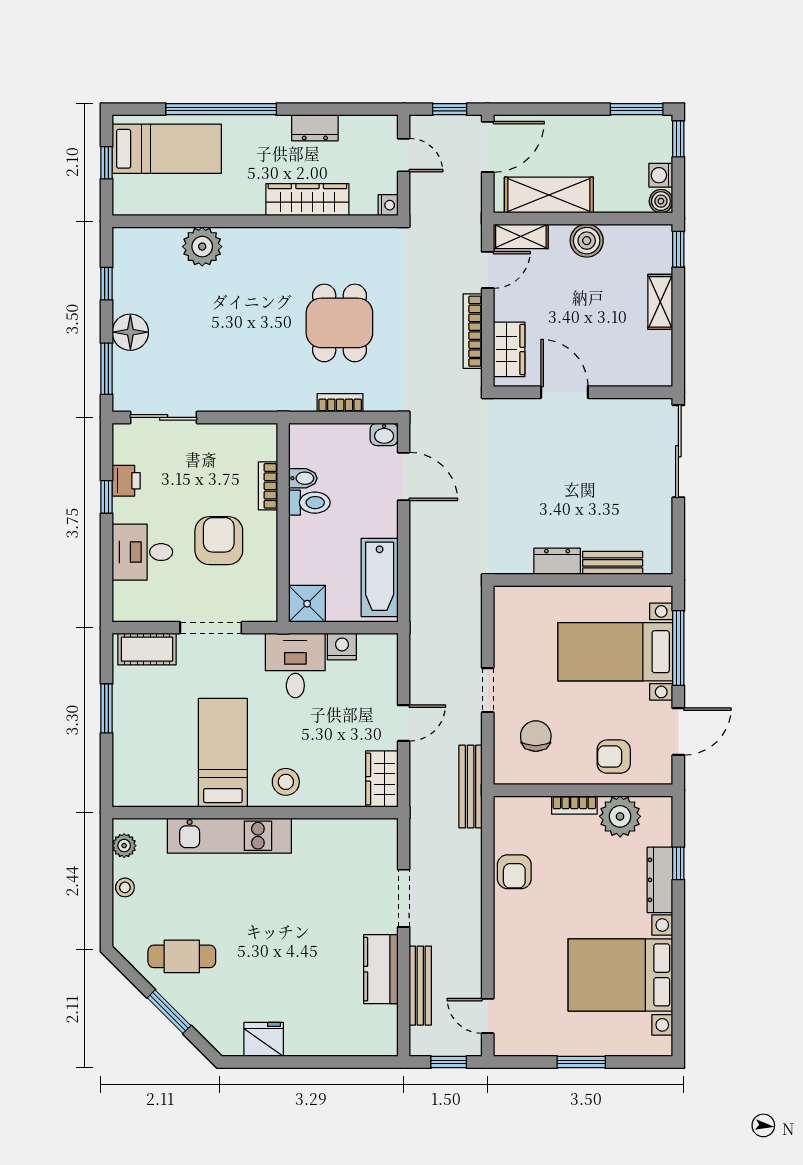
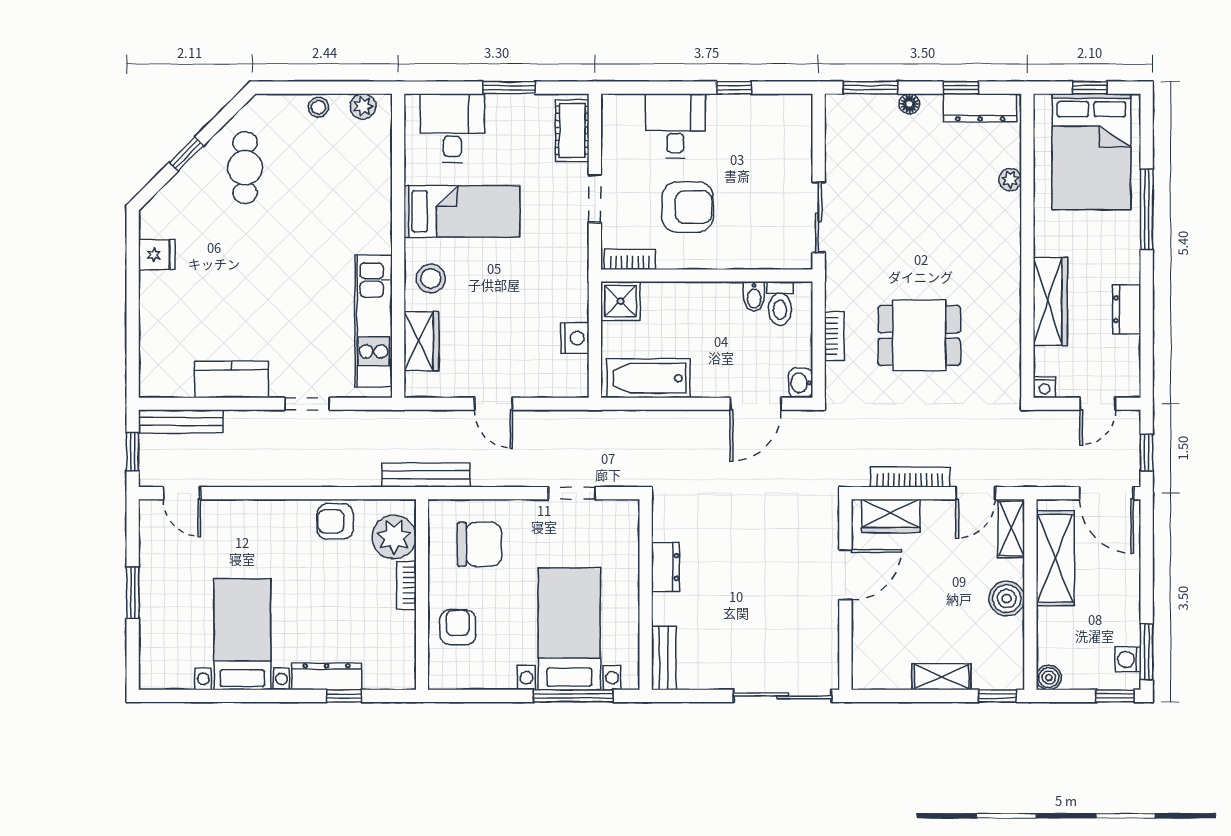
window: (221, 109) -> (1147, 210), width x0.68
bed: (167, 149) -> (1091, 152), width x1.50
washing machine: (661, 175) -> (1128, 659), moved, turned -90
plant: (202, 247) -> (1010, 180), width x0.53, depth x0.53
dresser: (126, 266) -> (980, 108), added
door: (488, 270) -> (976, 493), hinge flipped
floor lamp: (130, 332) -> (909, 104), width x0.53, depth x0.53
sliding door: (164, 417) -> (819, 217), moved
printer: (126, 481) -> (751, 109), removed
bookcase: (268, 486) -> (630, 259), moved
toilet: (309, 503) -> (780, 303), moved
bench: (613, 563) -> (664, 658), moved
doorway: (211, 628) -> (595, 199), width x0.73
desk: (295, 666) -> (452, 128), moved, turned -90
doorway: (488, 690) -> (572, 493), moved
door: (678, 732) -> (484, 696), removed
chair: (536, 736) -> (480, 544), width x1.37, depth x1.37
wardrobe: (382, 779) -> (421, 341), moved, turned 90
plant: (620, 816) -> (394, 537), moved
kitchen unit: (229, 836) -> (374, 321), moved
doorway: (404, 898) -> (307, 404), width x0.73
bed with nightstands: (620, 975) -> (242, 634), width x0.73
bench: (420, 986) -> (181, 421), moved
window: (169, 1012) -> (186, 154), width x0.67
door: (488, 1016) -> (182, 493), swing flipped
fridge: (264, 1039) -> (157, 255), width x0.72

